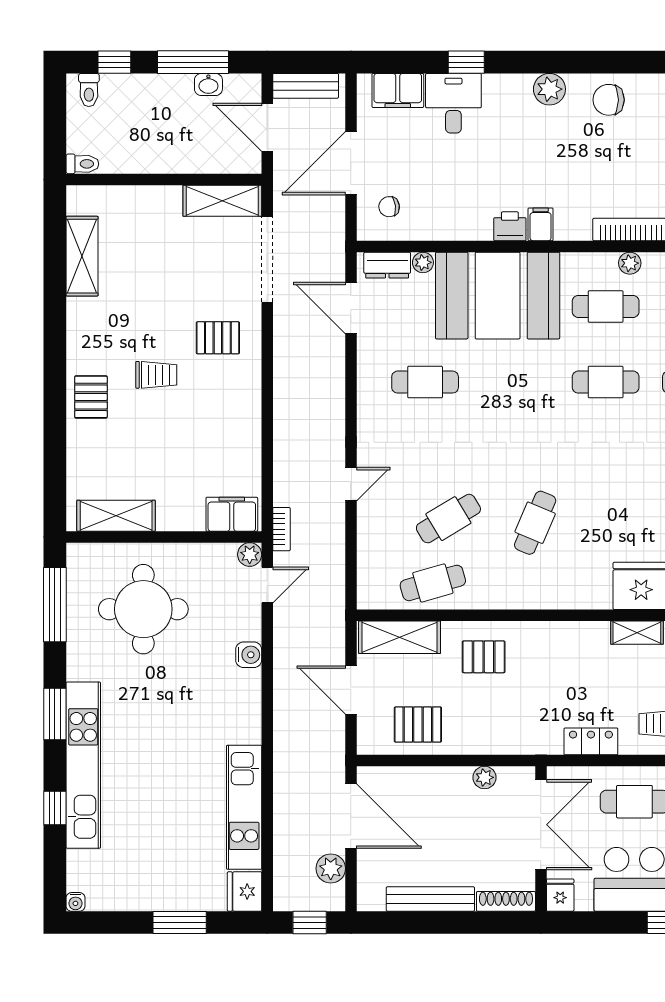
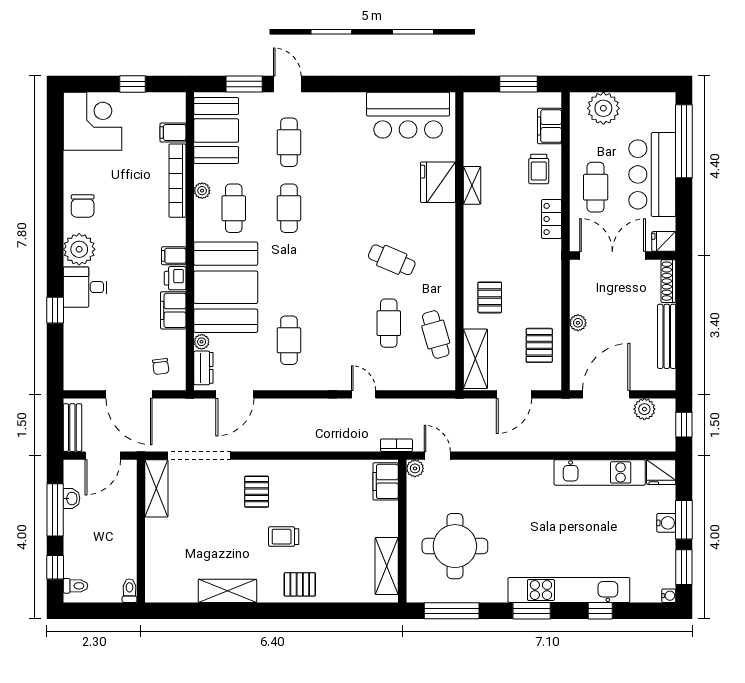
plant: (549, 89) -> (79, 249), width x1.36, depth x1.36
filing cabinet: (398, 90) -> (173, 310), moved, turned 180
desk: (453, 103) -> (85, 287), moved
shelving: (82, 256) -> (227, 591), moved
trolley: (156, 375) -> (284, 537), turned -90
cafe table: (448, 519) -> (389, 323), turned 31
water cooler: (249, 655) -> (666, 523), moved, turned 90
plant: (485, 777) -> (578, 323), moved
window: (114, 923) -> (684, 567), added

